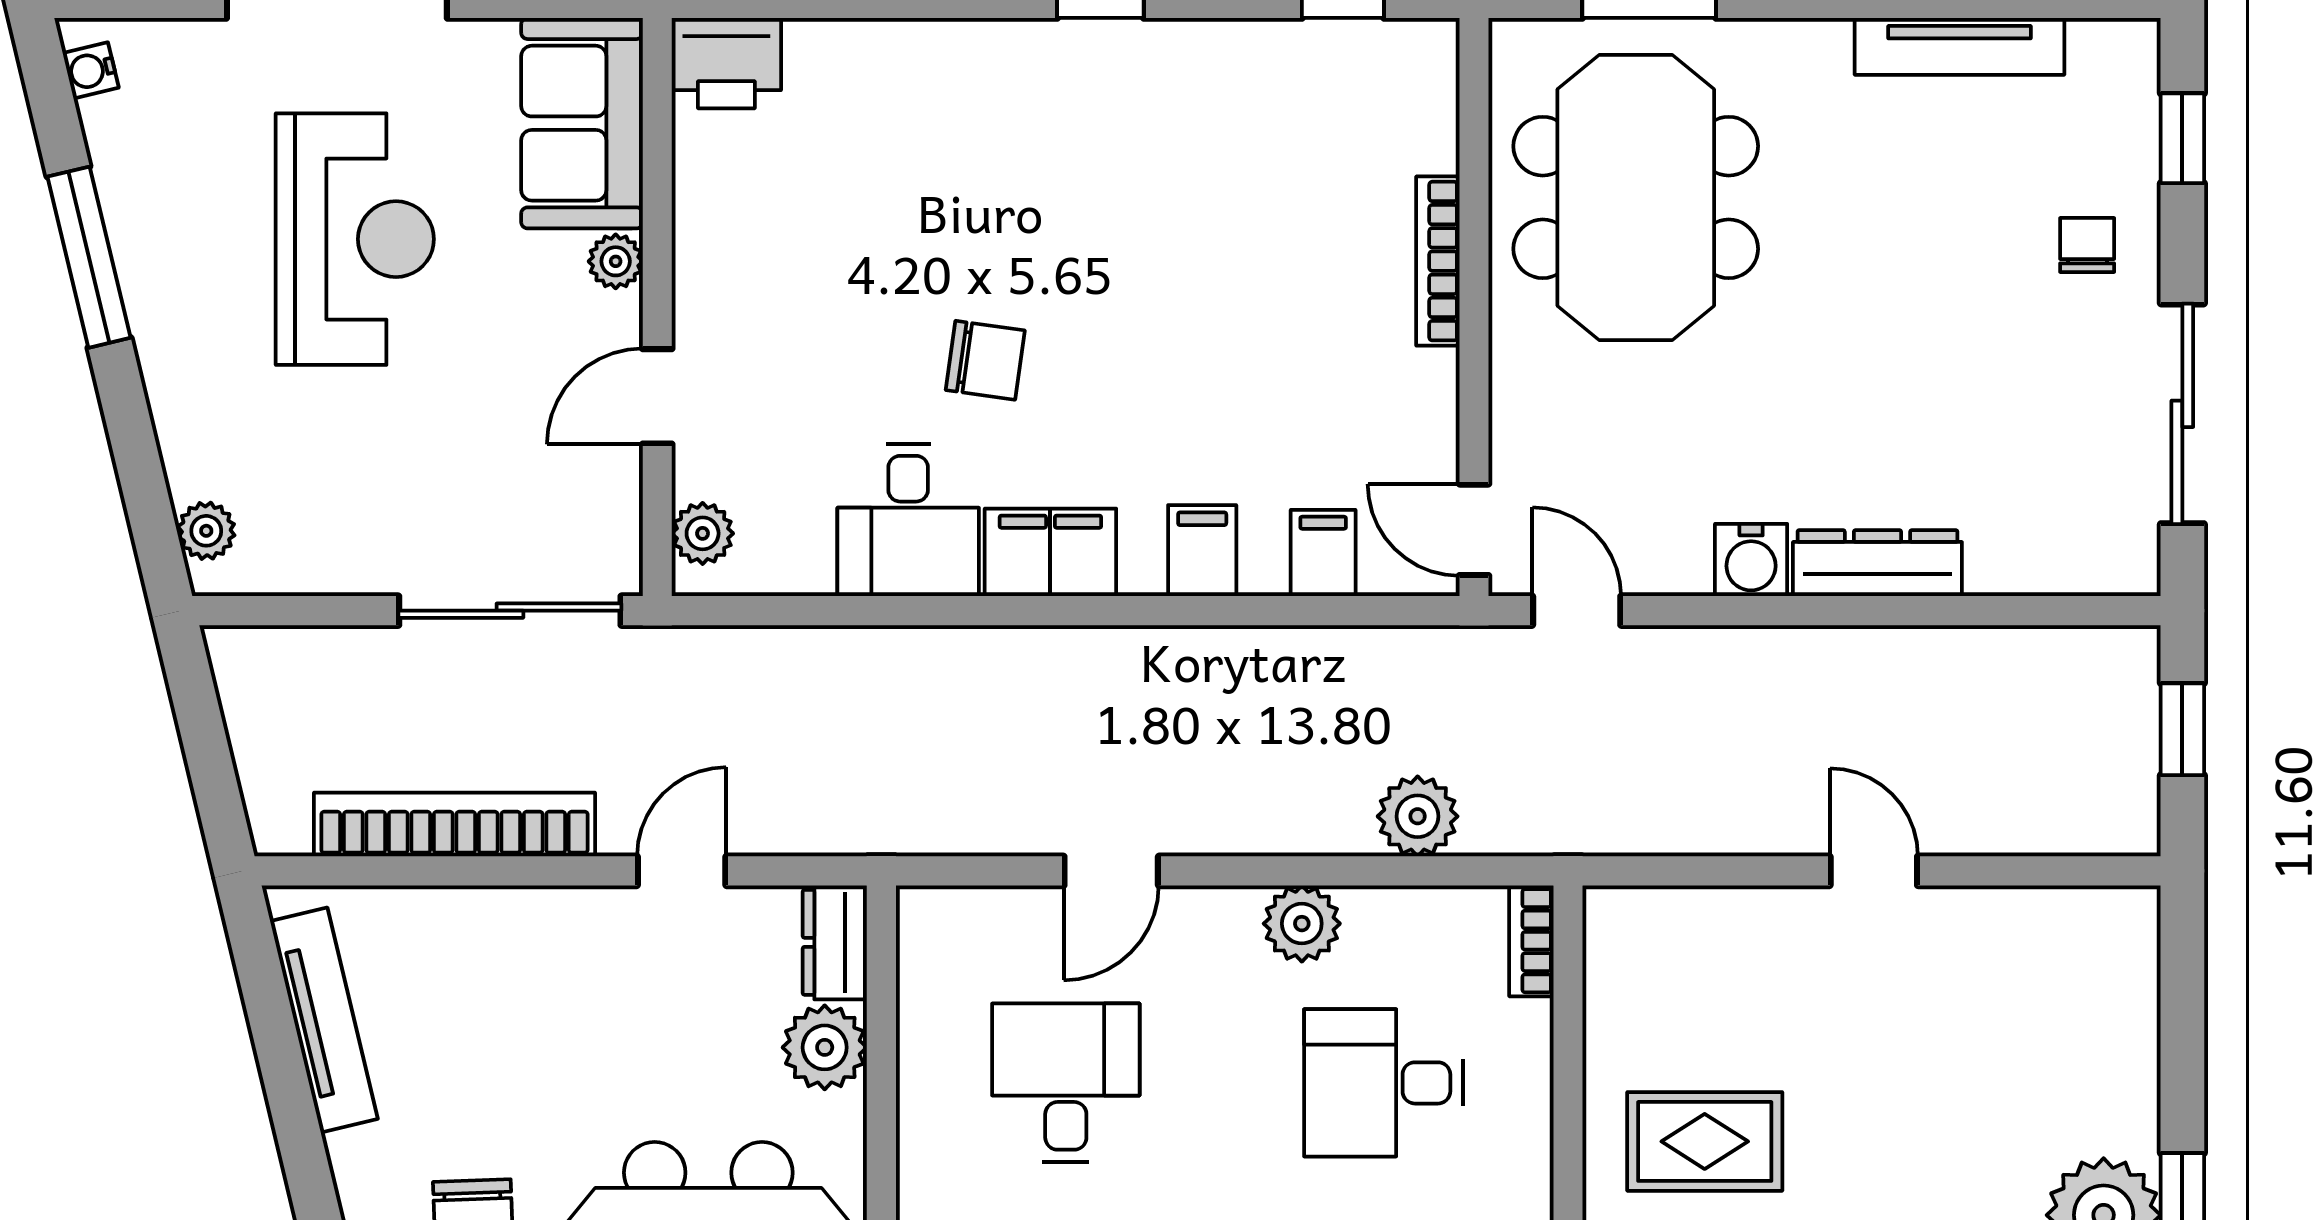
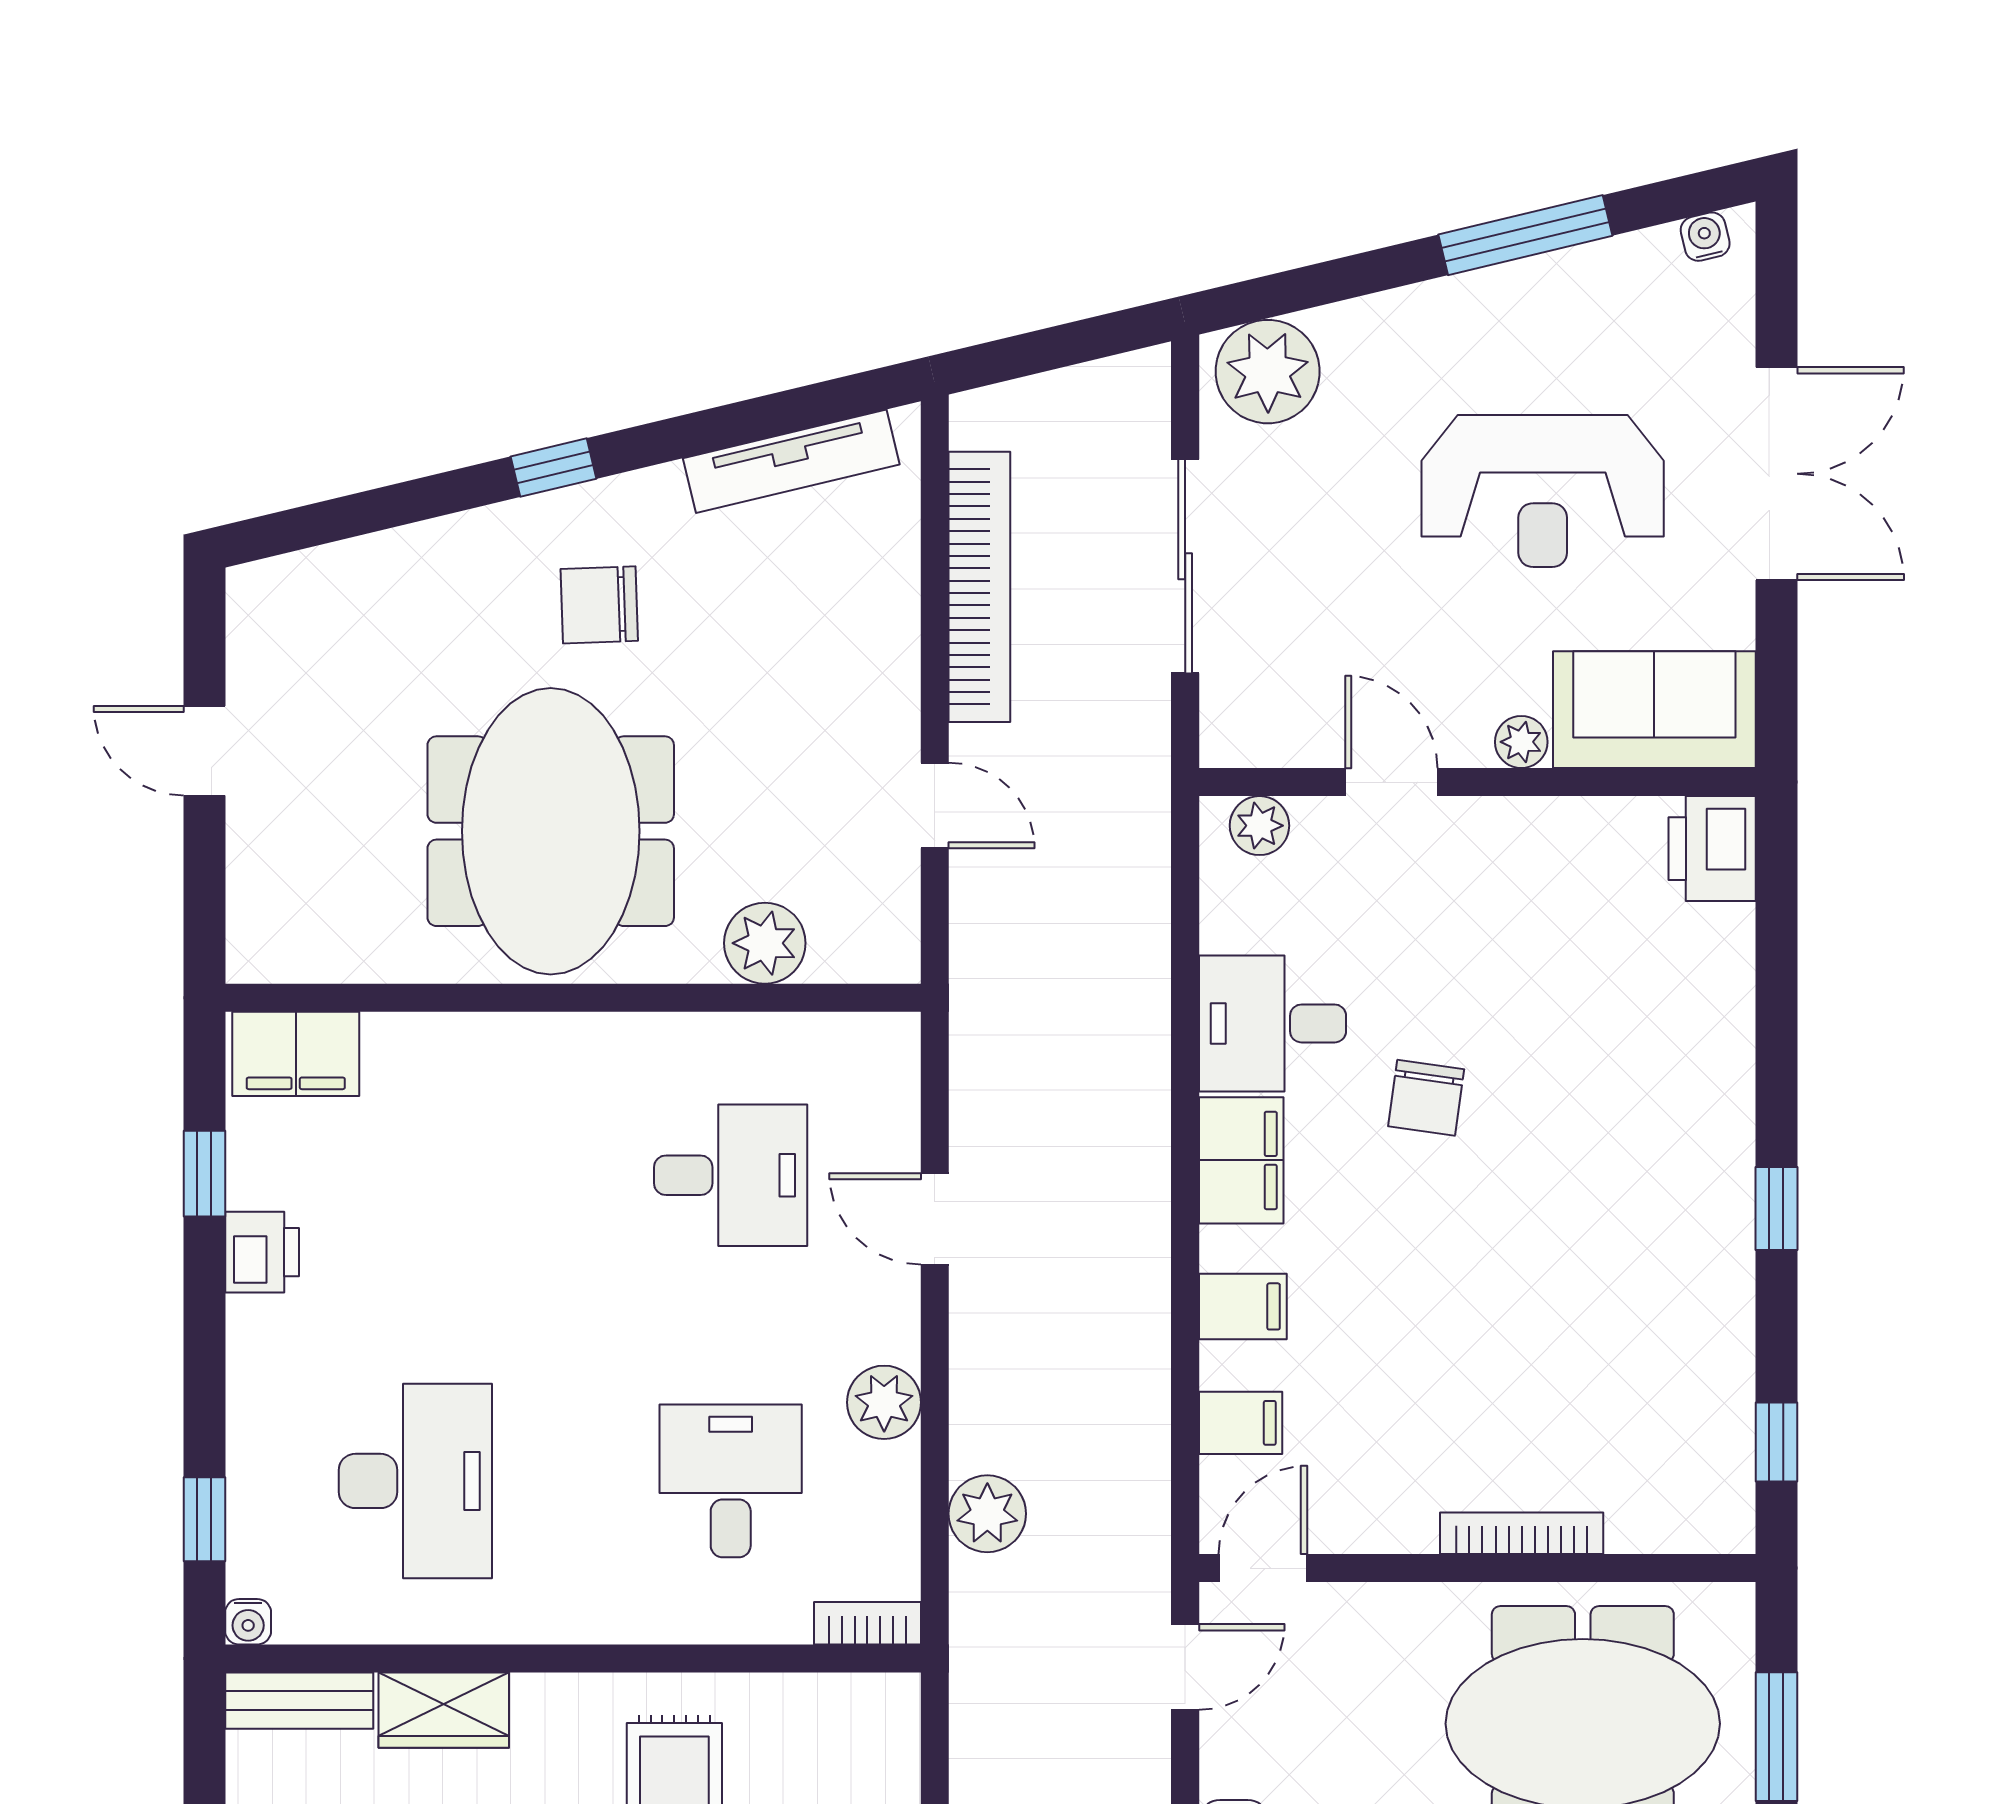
plant: (206, 531) -> (1268, 372), width x1.88, depth x1.88
sliding door: (510, 611) -> (1185, 566), moved
dresser: (835, 942) -> (866, 953), removed

